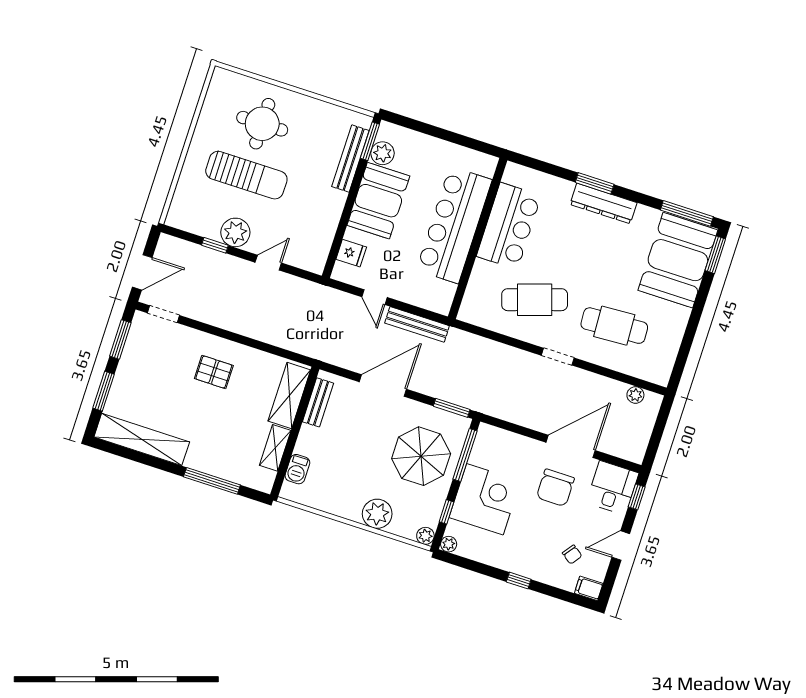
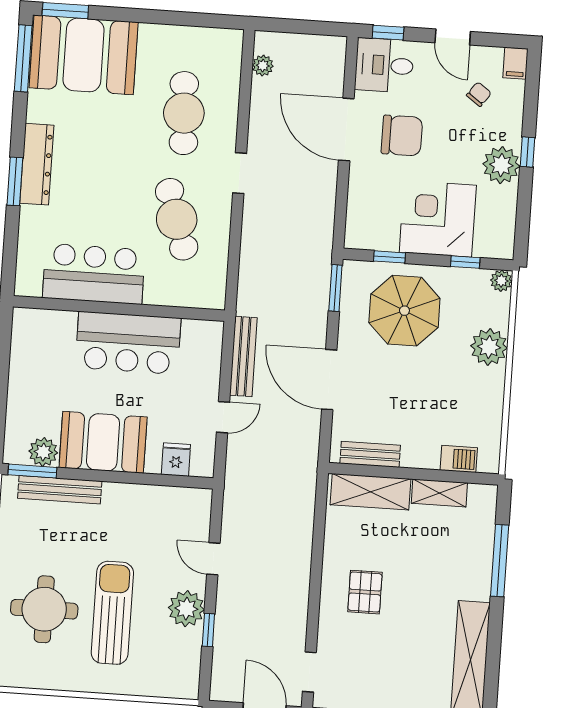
bar counter: (454, 225) -> (128, 343), width x0.73
window: (465, 455) -> (390, 257), width x0.46
plant: (449, 544) -> (501, 165), moved, width x1.88, depth x1.88

